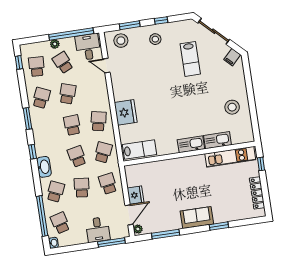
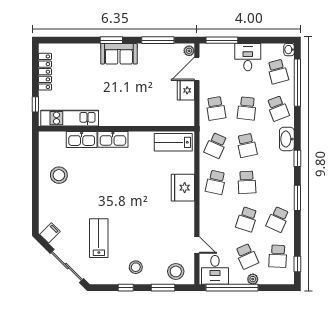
school desk: (55, 192) -> (278, 108), turned -45
window: (219, 226) -> (111, 40), moved
desk: (98, 230) -> (248, 57), moved

